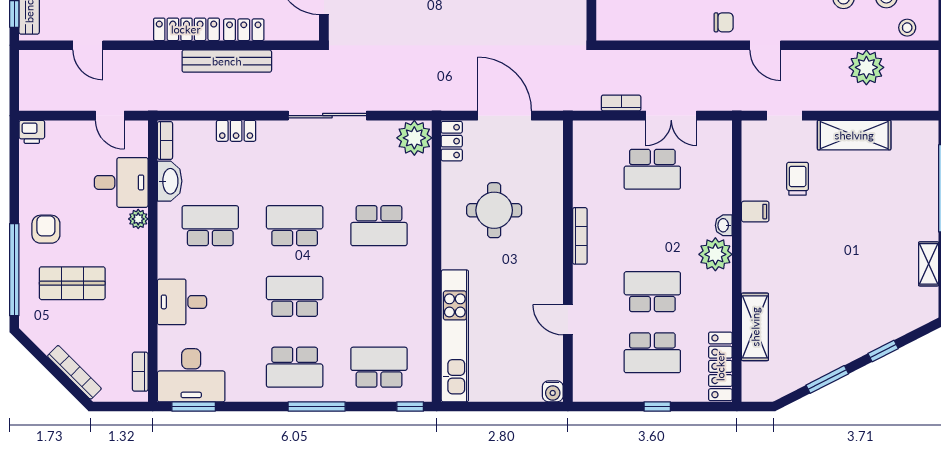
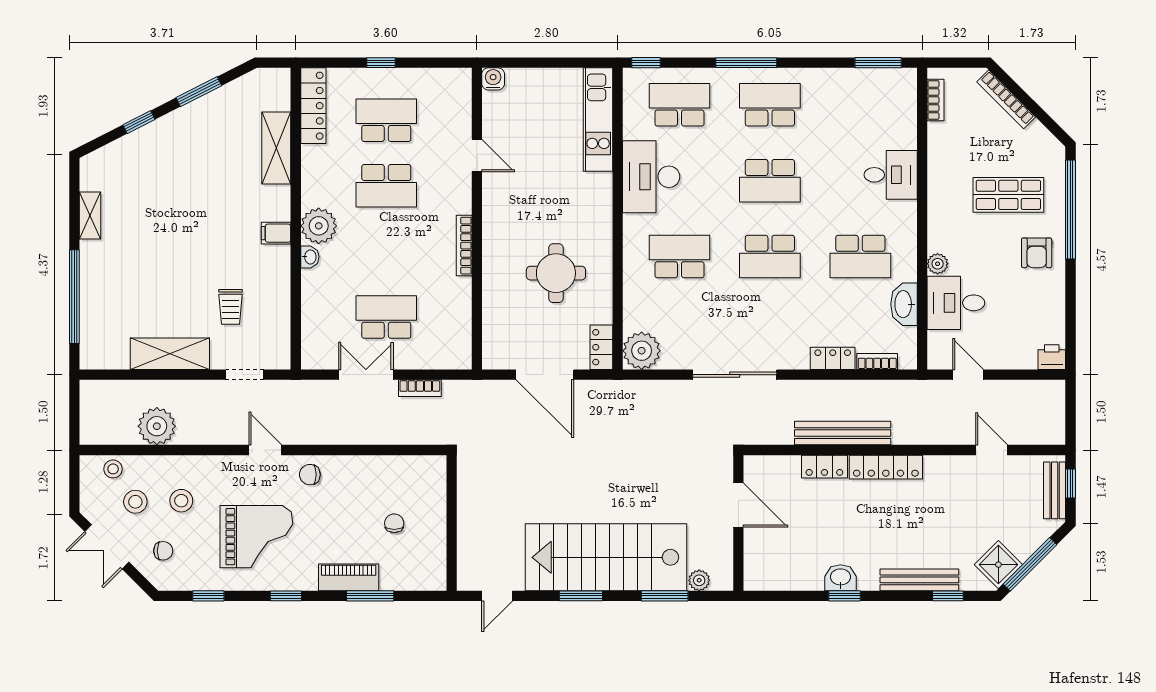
bookcase: (165, 140) -> (877, 361), moved, turned 90
filing cabinet: (755, 212) -> (276, 233), moved
kitchen unit: (455, 336) -> (598, 120), width x0.73
school desk: (379, 367) -> (679, 105), turned 180
desk: (191, 375) -> (651, 177), moved, turned -90

